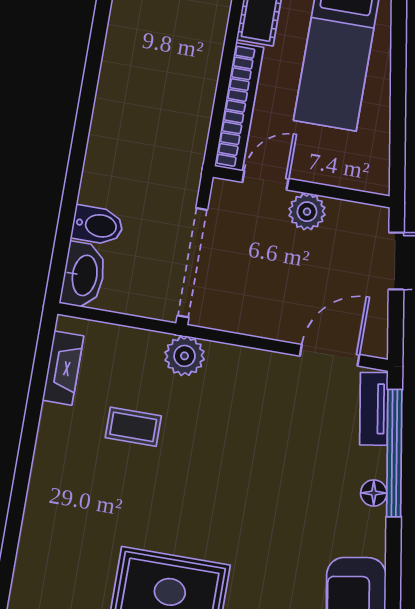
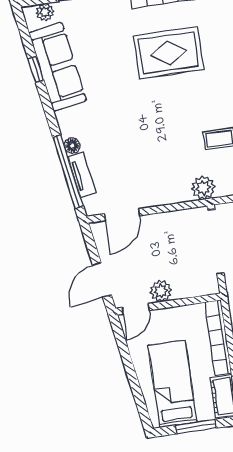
door: (265, 180) -> (136, 309), moved
tv unit: (374, 409) -> (82, 175), moved

